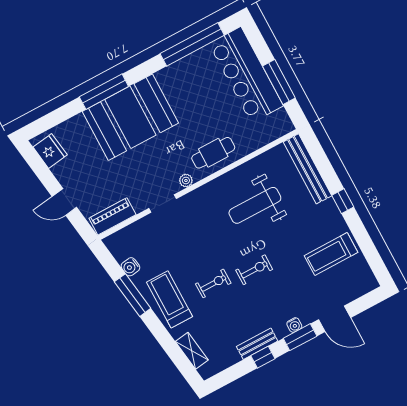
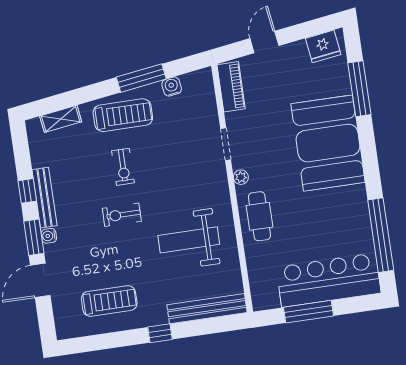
window: (104, 92) -> (359, 89), moved
weight bench: (255, 205) -> (189, 240), turned -90
treadmill: (331, 254) -> (109, 301), turned 90
exercise bike: (254, 270) -> (122, 215), turned 90
bench: (257, 344) -> (44, 198), width x1.36

